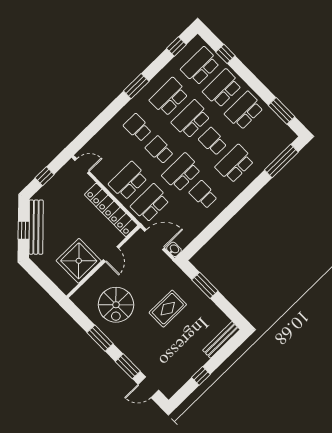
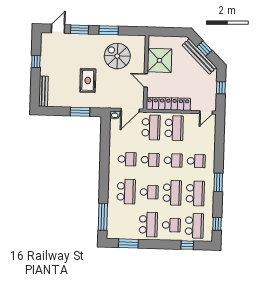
school desk: (222, 88) -> (171, 225), width x0.54
school desk: (181, 172) -> (150, 160), width x0.54

